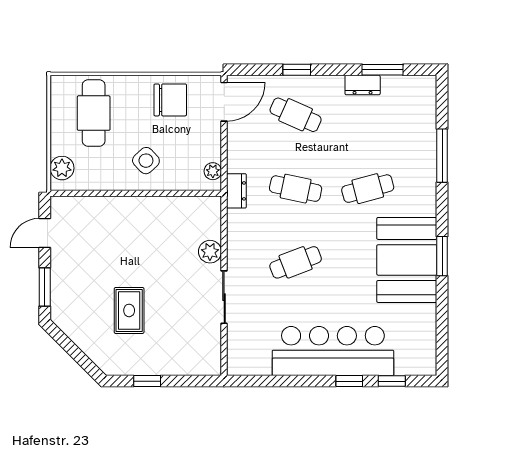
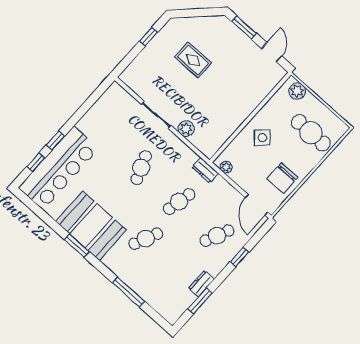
cafe table: (368, 189) -> (146, 239), turned 39
bar counter: (333, 351) -> (59, 168), moved

